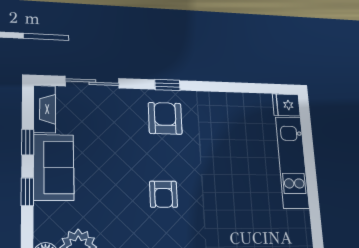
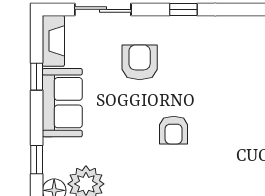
armchair: (165, 118) -> (140, 62), moved
window: (27, 192) -> (37, 160), moved

